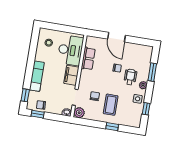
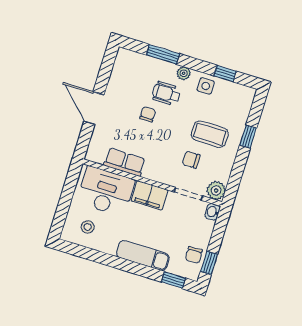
door: (117, 37) -> (94, 108), swing flipped

